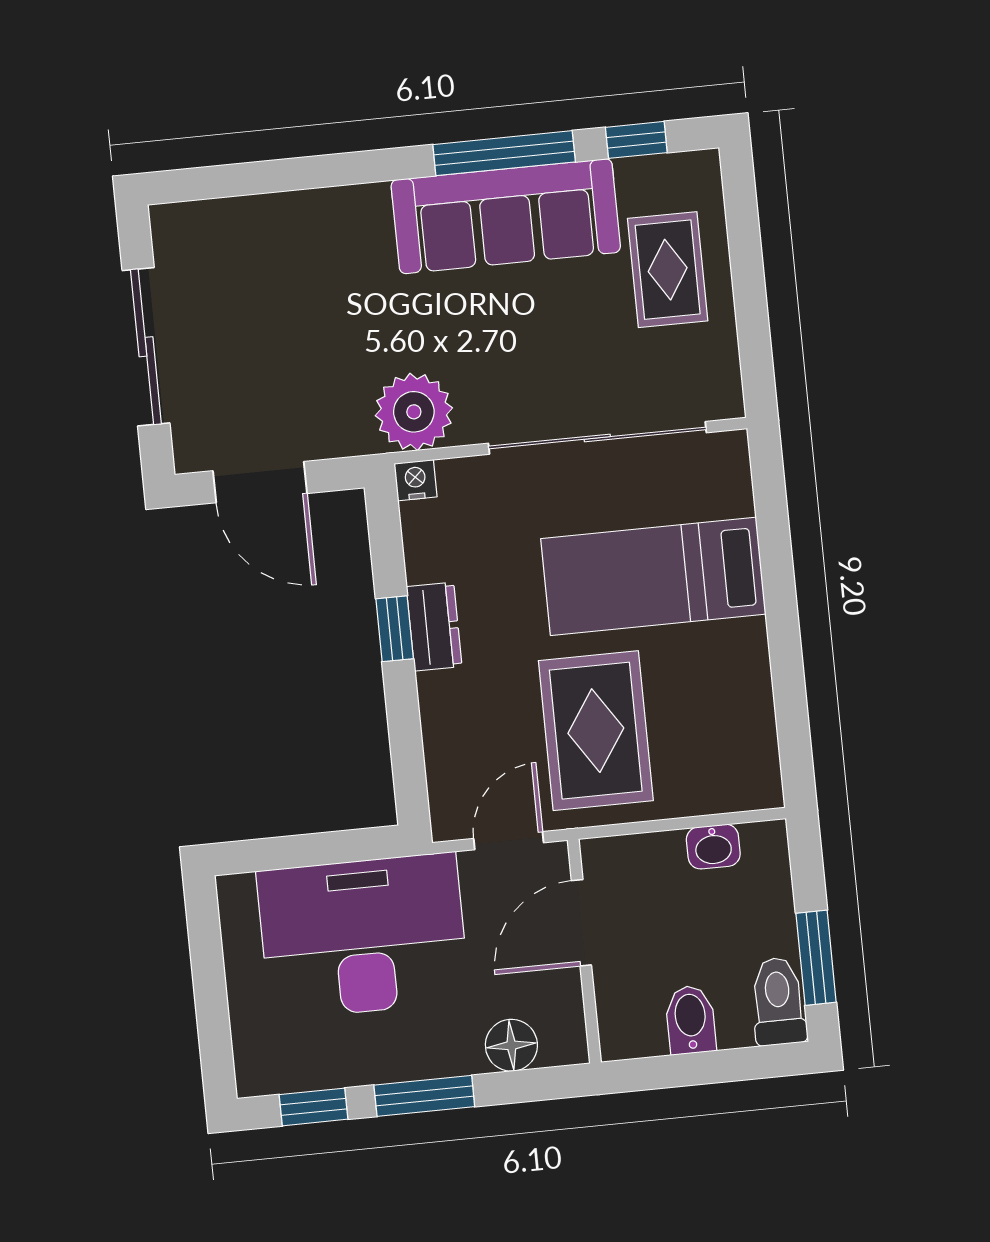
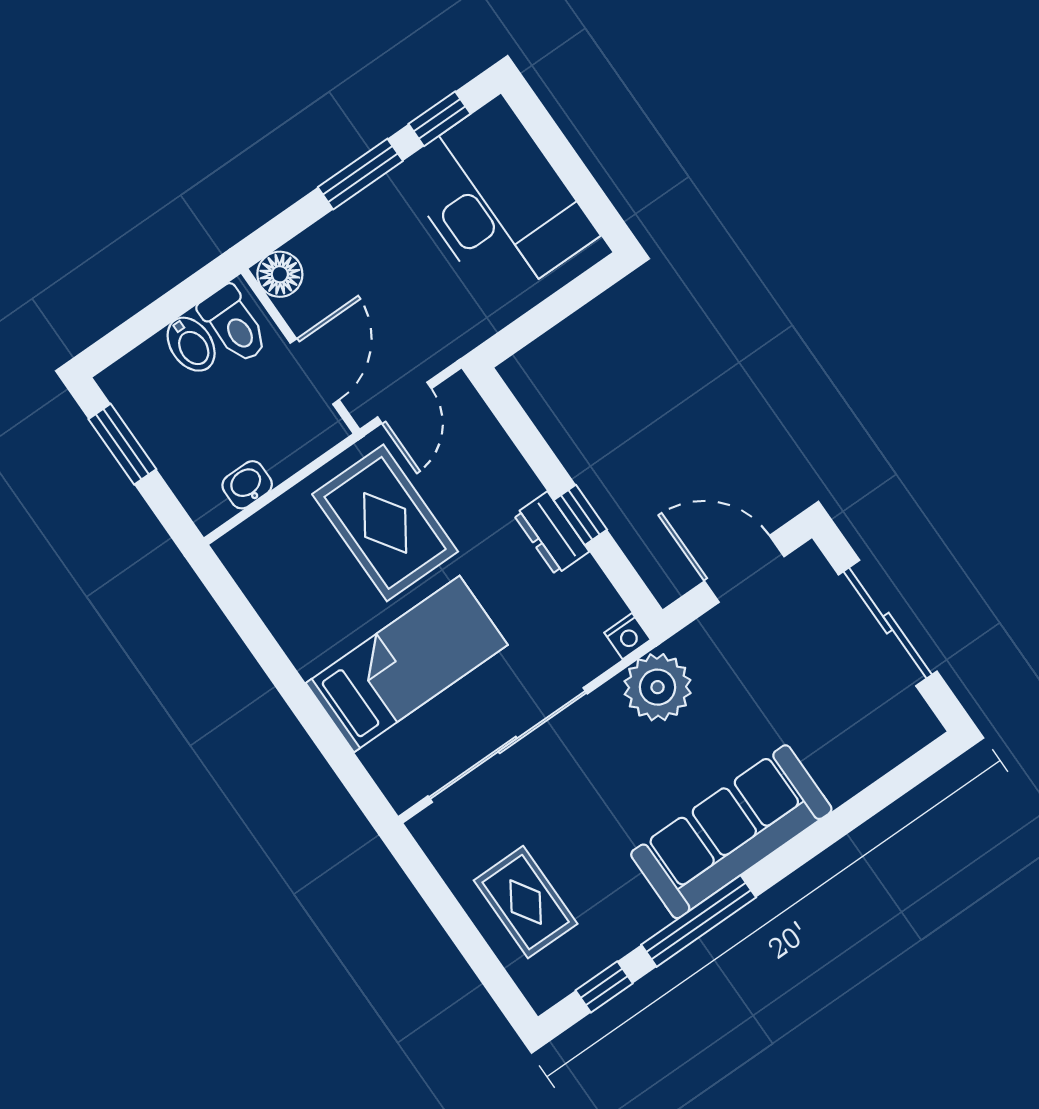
sofa: (506, 216) -> (731, 832), moved
desk: (363, 936) -> (497, 201), moved, turned -90
toilet: (778, 1001) -> (234, 324), moved
floor lamp: (511, 1045) -> (280, 274), moved

